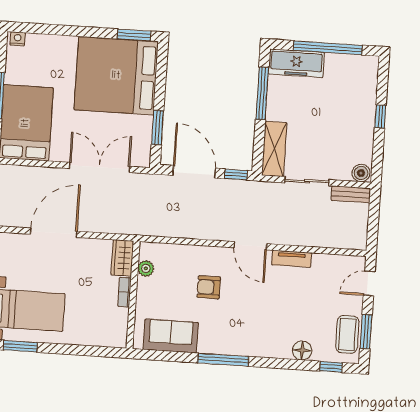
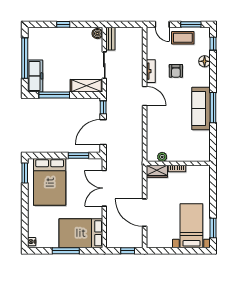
bed: (116, 76) -> (50, 182), width x0.73
door: (250, 246) -> (145, 96), hinge flipped
armchair: (209, 287) -> (176, 71), moved
coffee table: (347, 334) -> (183, 38), moved
sofa: (171, 336) -> (201, 108), moved, width x1.36

